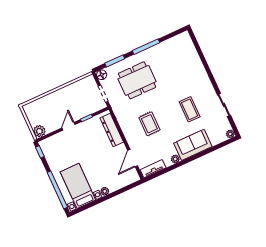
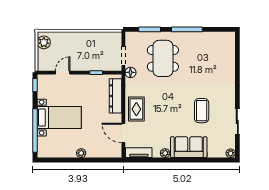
floor lamp: (102, 75) -> (130, 72), moved
dining table: (137, 80) -> (163, 58), turned 90
rug: (149, 124) -> (136, 109), moved
door: (68, 126) -> (63, 73), moved
plant: (39, 131) -> (44, 42), moved
door: (133, 158) -> (123, 133), hinge flipped
bed with nightstands: (78, 186) -> (59, 118), moved, turned 90

